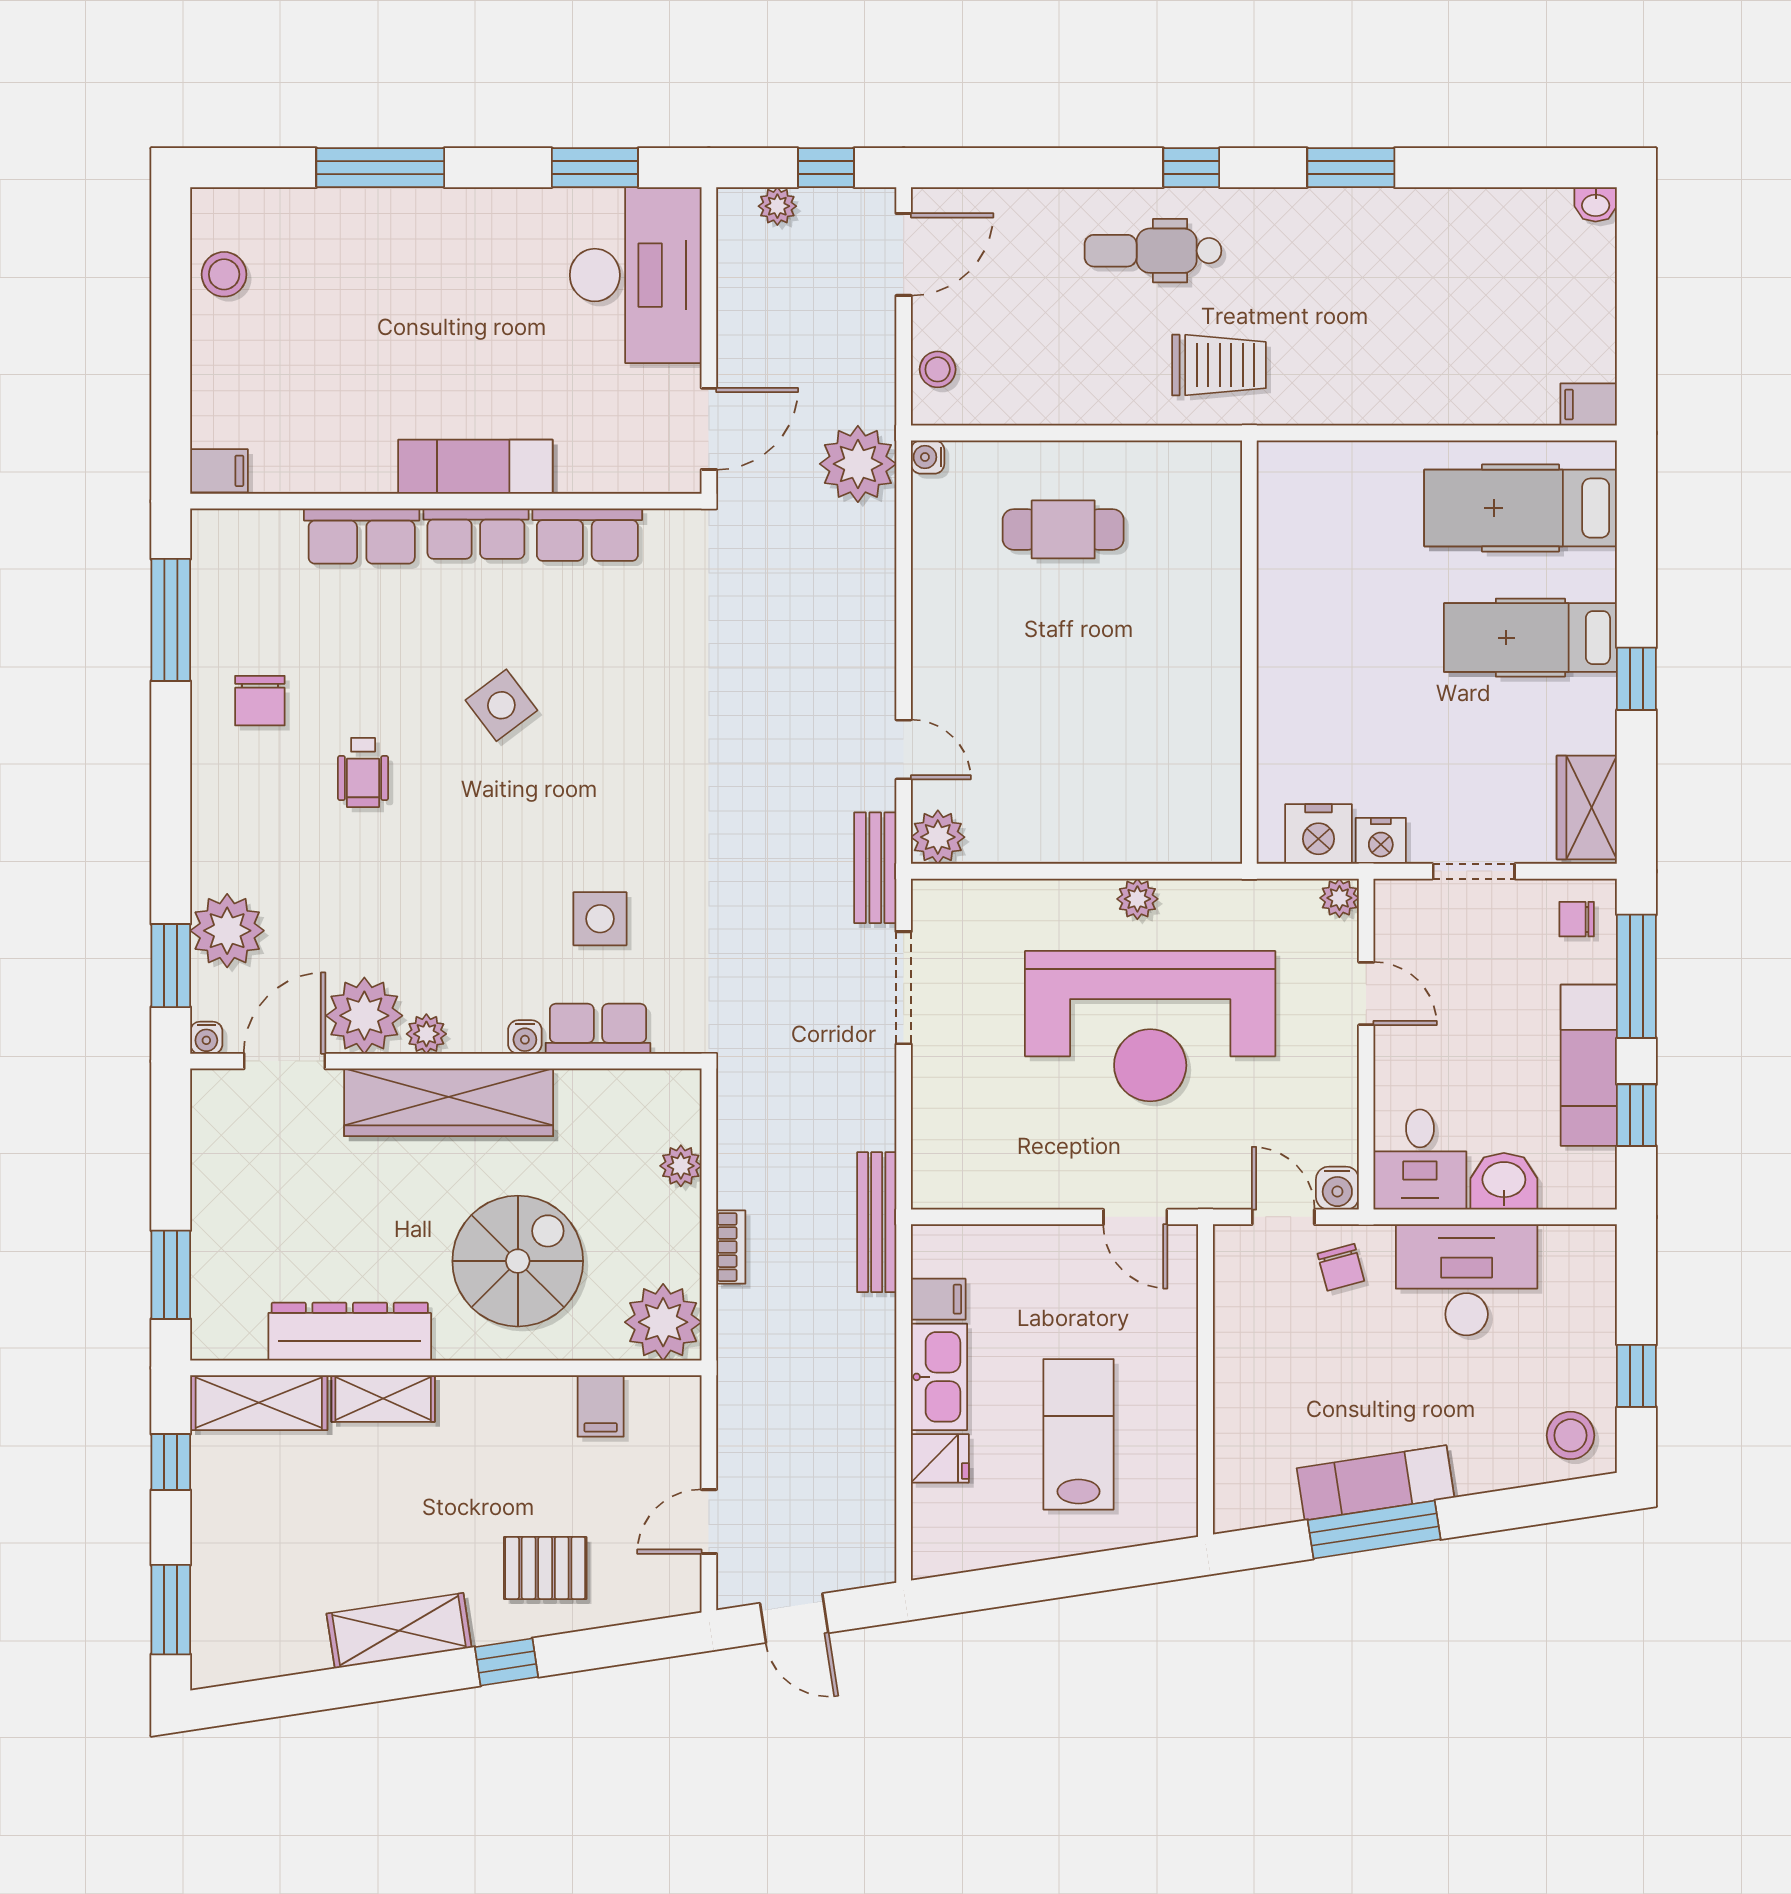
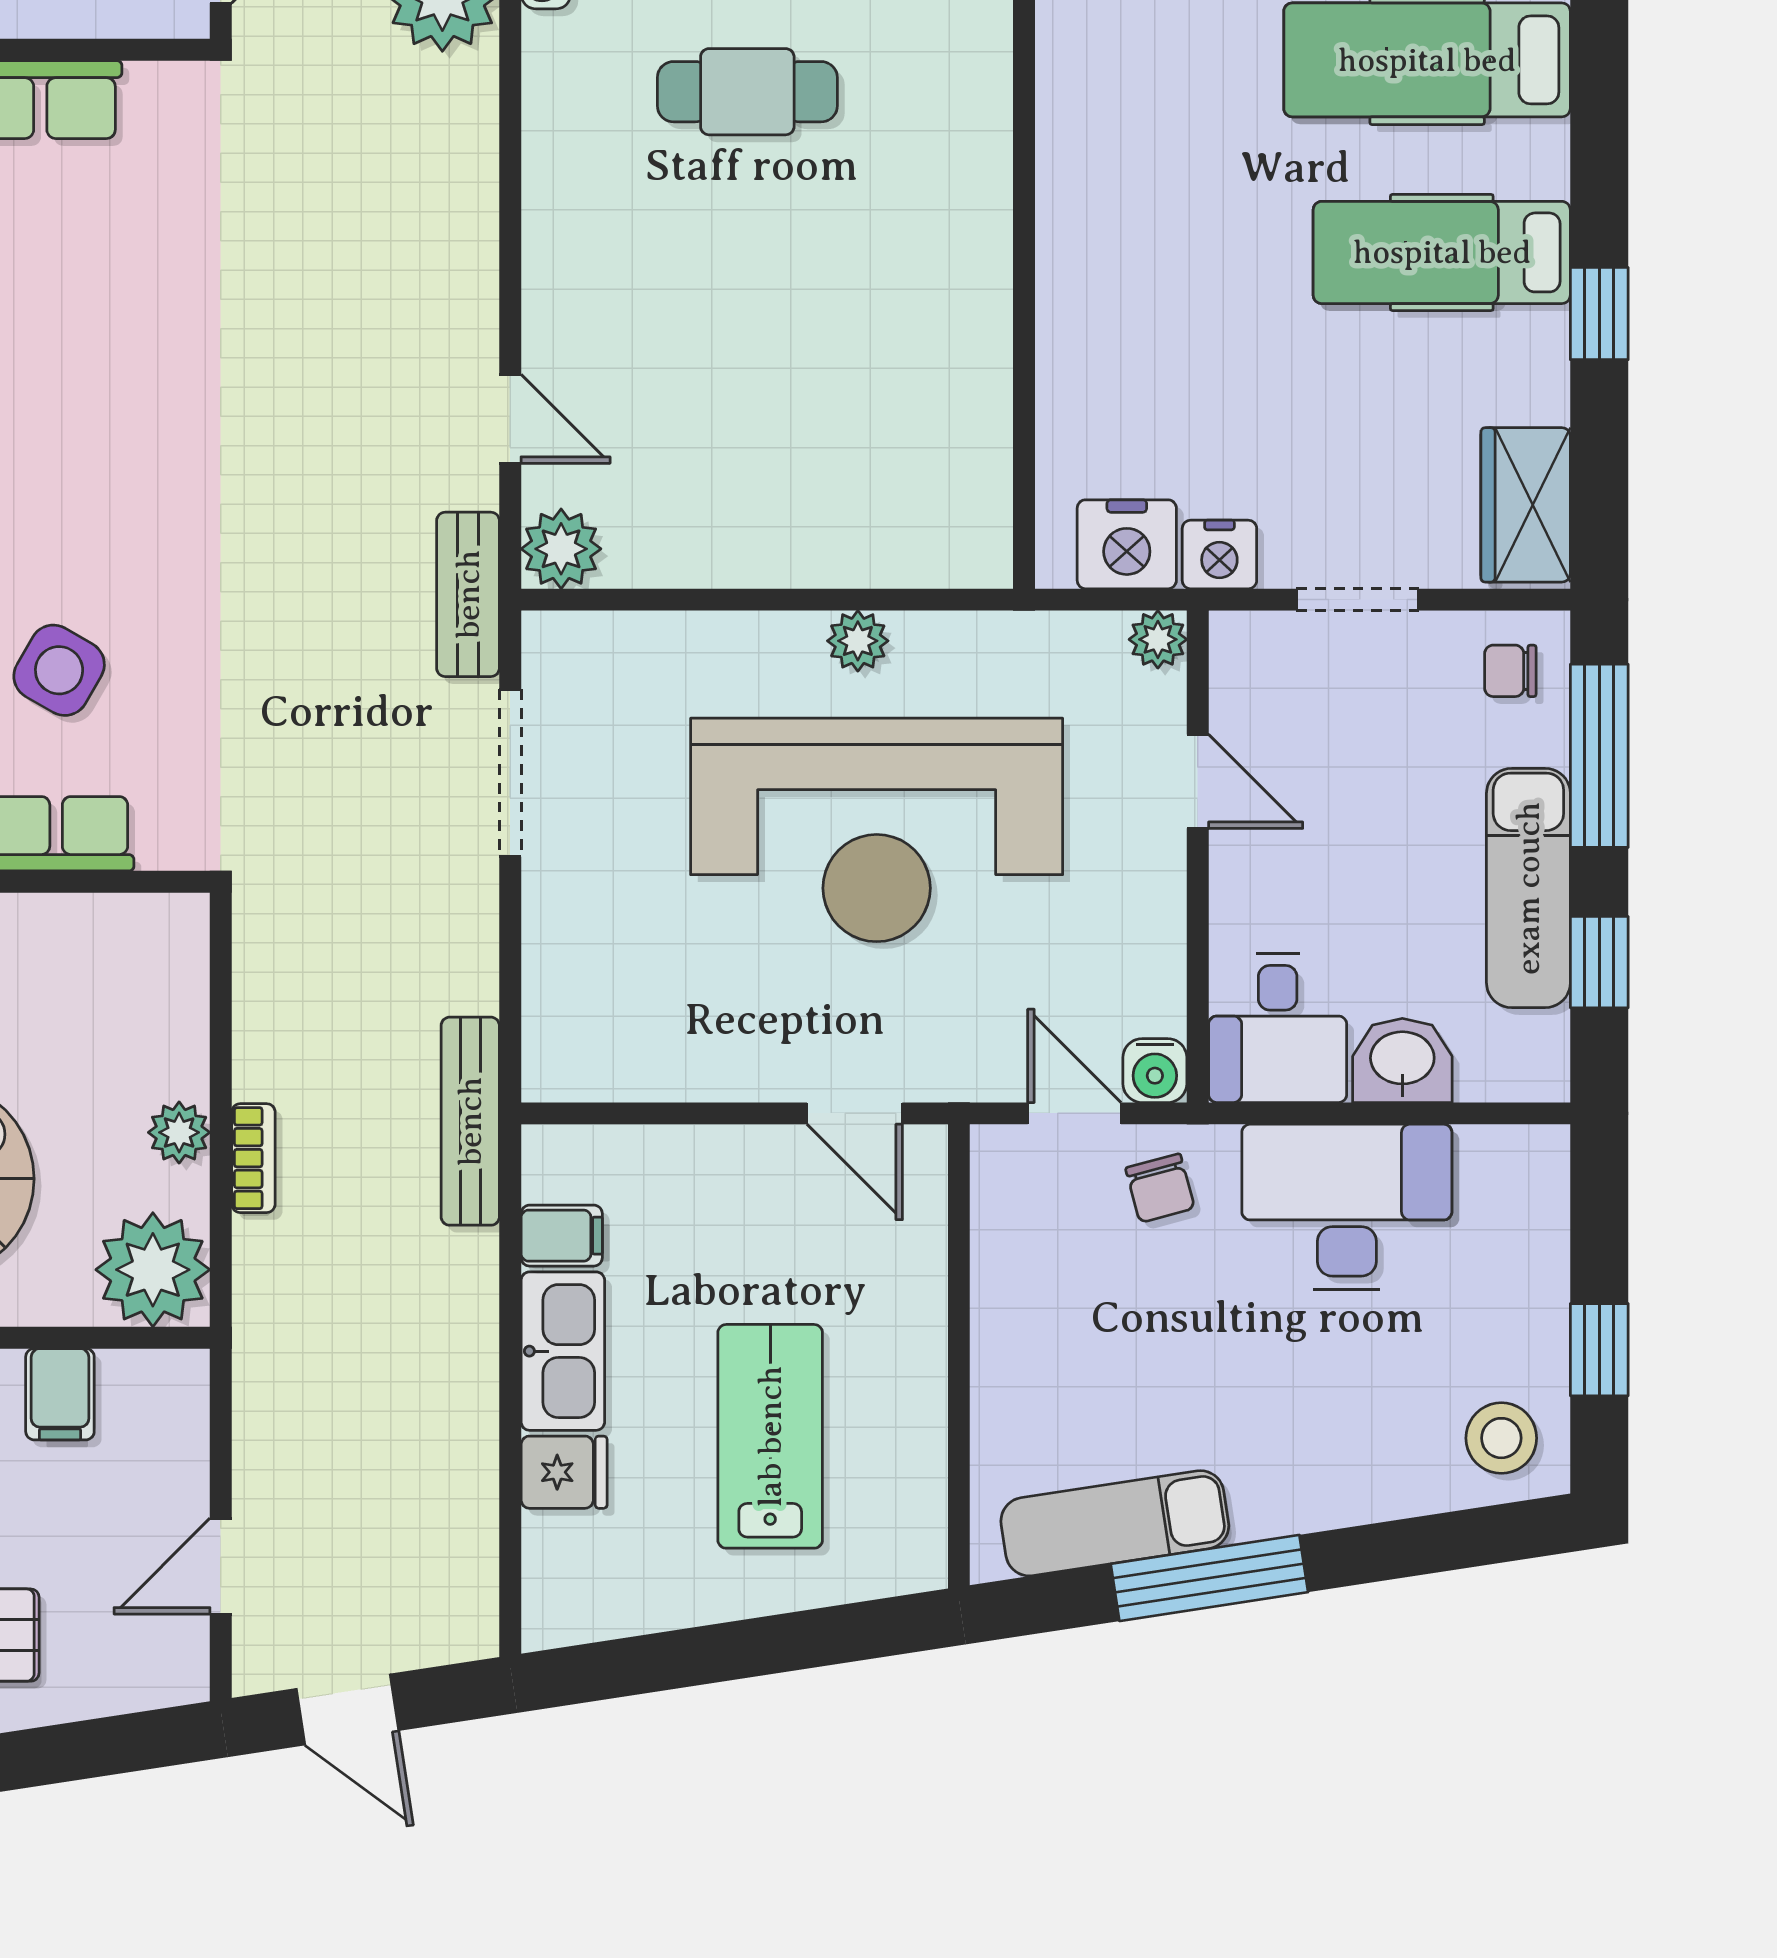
side table: (600, 919) -> (59, 670), turned 30
plant: (681, 1166) -> (179, 1132), moved
exam couch: (1376, 1483) -> (1115, 1523), moved

